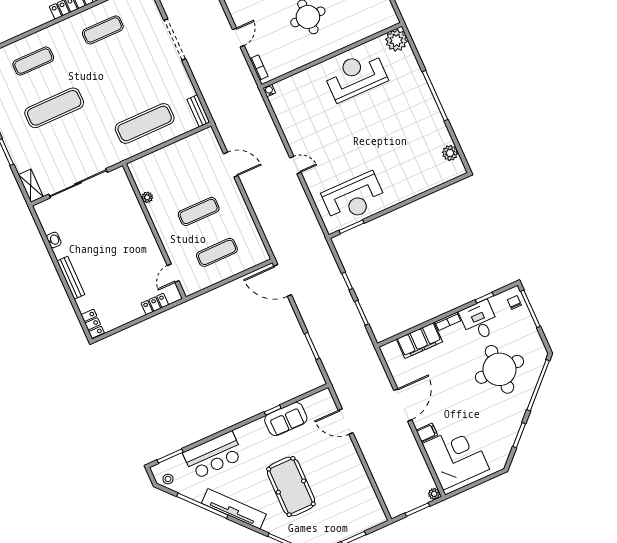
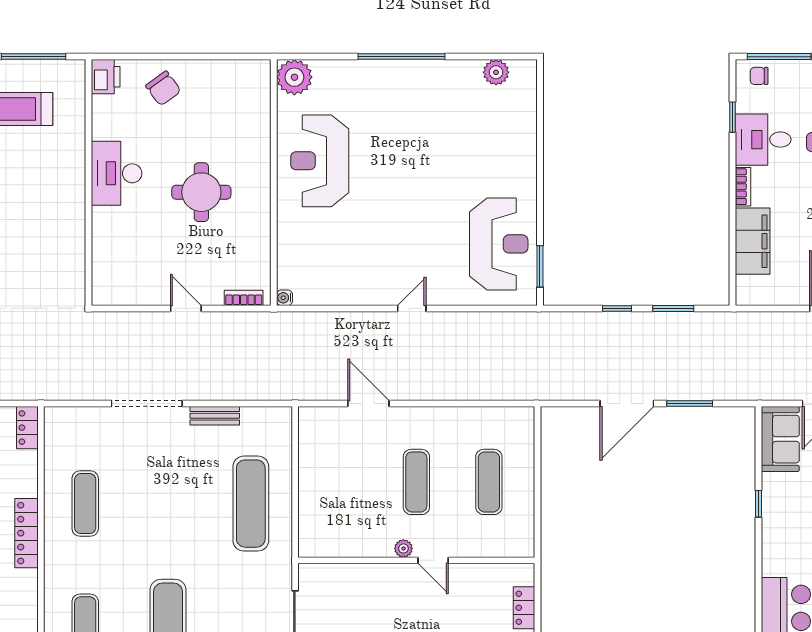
bench: (198, 111) -> (215, 416), moved
door: (231, 165) -> (368, 404), hinge flipped
plant: (147, 197) -> (403, 548), moved
door: (173, 273) -> (433, 560), moved
door: (283, 280) -> (627, 404), moved
sofa: (286, 419) -> (780, 439), moved

